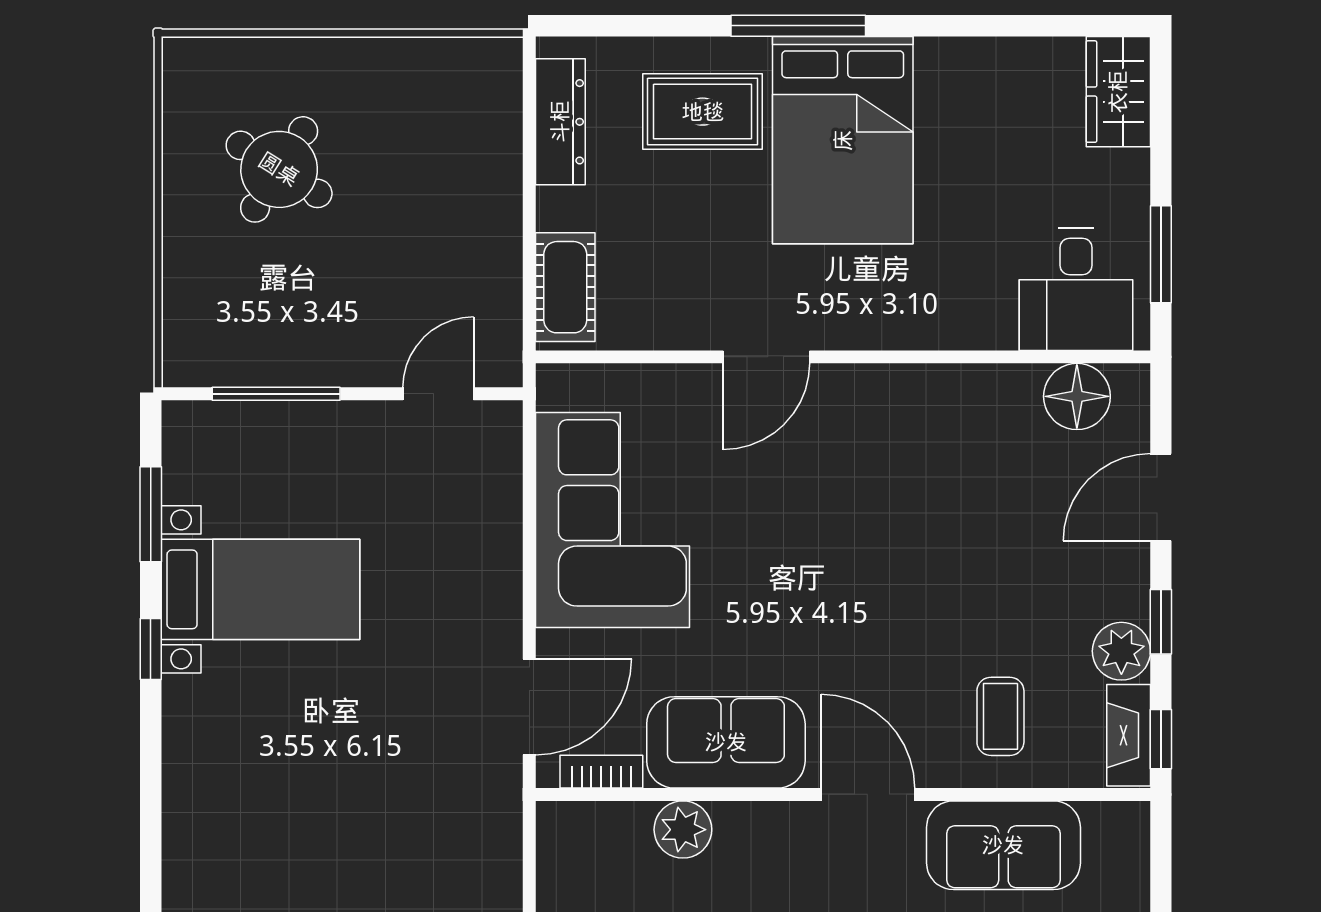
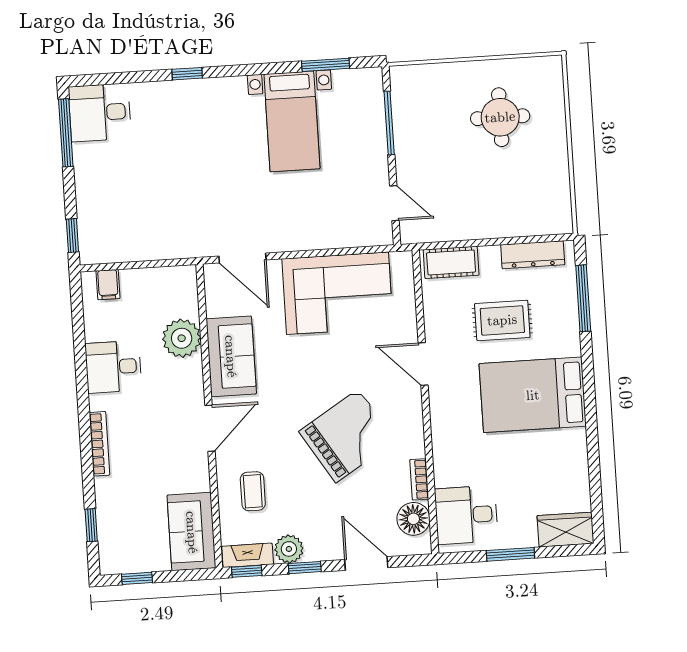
window: (798, 26) -> (583, 298), moved
rug: (703, 112) -> (502, 320), moved, turned 90
round table: (279, 169) -> (500, 117), turned -32
window: (1161, 254) -> (510, 554), moved
grand piano: (901, 519) -> (347, 436), added
window: (151, 649) -> (187, 74), moved
coffee table: (1000, 716) -> (253, 491), turned 90
bookcase: (601, 772) -> (419, 479), moved, turned 180
plant: (683, 830) -> (182, 338), width x1.36, depth x1.36
sofa: (1003, 845) -> (192, 532), moved

